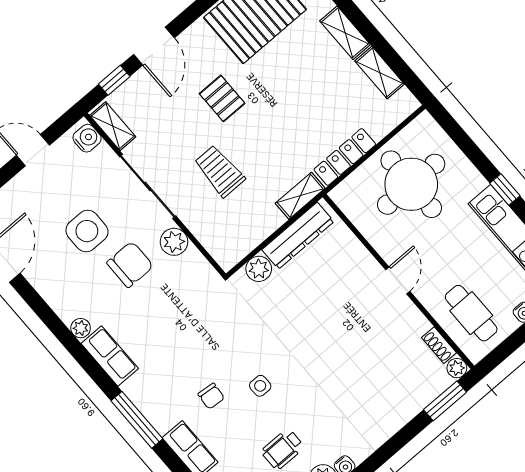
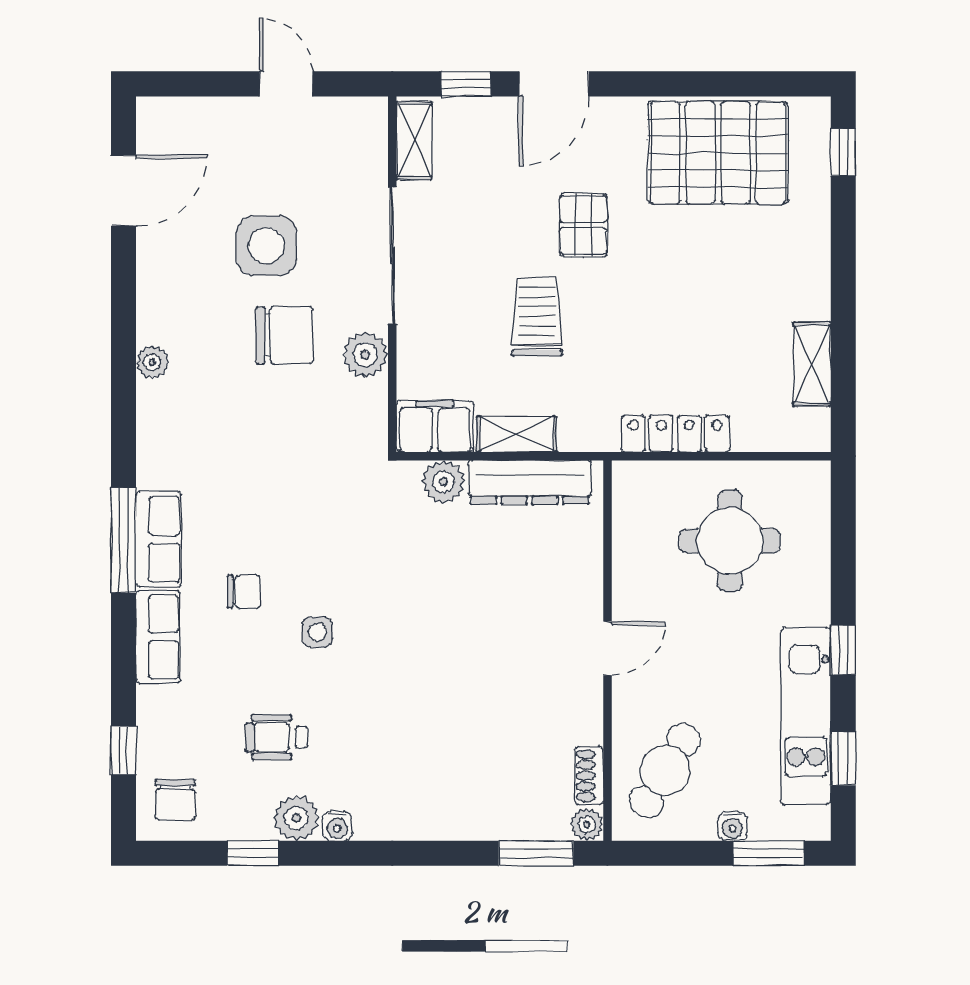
shelving: (345, 33) -> (811, 276), removed
water cooler: (87, 138) -> (368, 128), removed
trolley: (220, 171) -> (537, 317), moved
round table: (411, 184) -> (730, 541), width x0.73, depth x0.73
shelving: (300, 196) -> (517, 434), moved
filing cabinet: (233, 247) -> (435, 426), added
cafe table: (471, 313) -> (665, 770), turned 31
row of seats: (110, 356) -> (159, 539), moved
chair: (211, 396) -> (244, 592), turned -95

